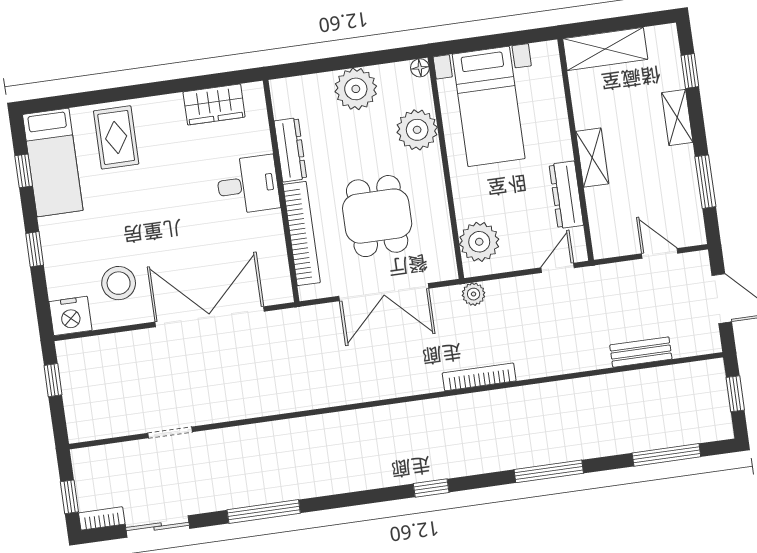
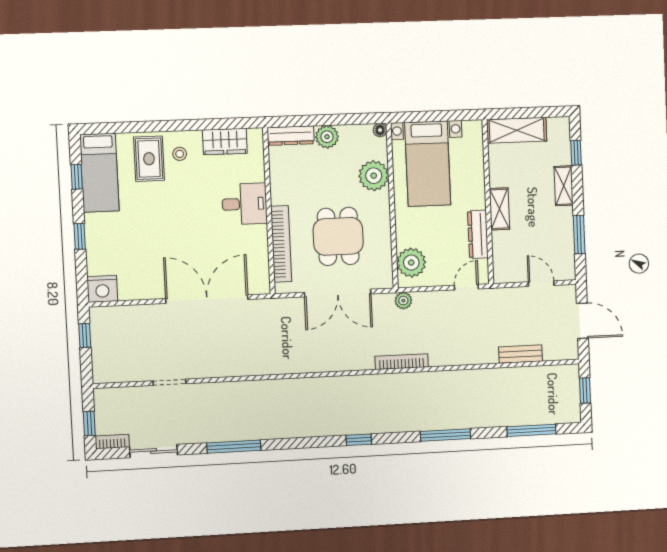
plant: (356, 89) -> (327, 137), width x0.73, depth x0.73
dresser: (290, 150) -> (291, 136), moved, turned 90
stool: (119, 283) -> (180, 154), moved, width x0.53, depth x0.53

